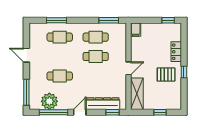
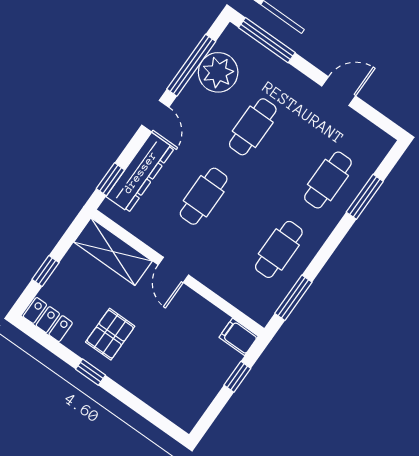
window: (168, 20) -> (237, 377), moved
locker: (176, 52) -> (48, 320), moved
cafe table: (96, 57) -> (204, 196), moved

